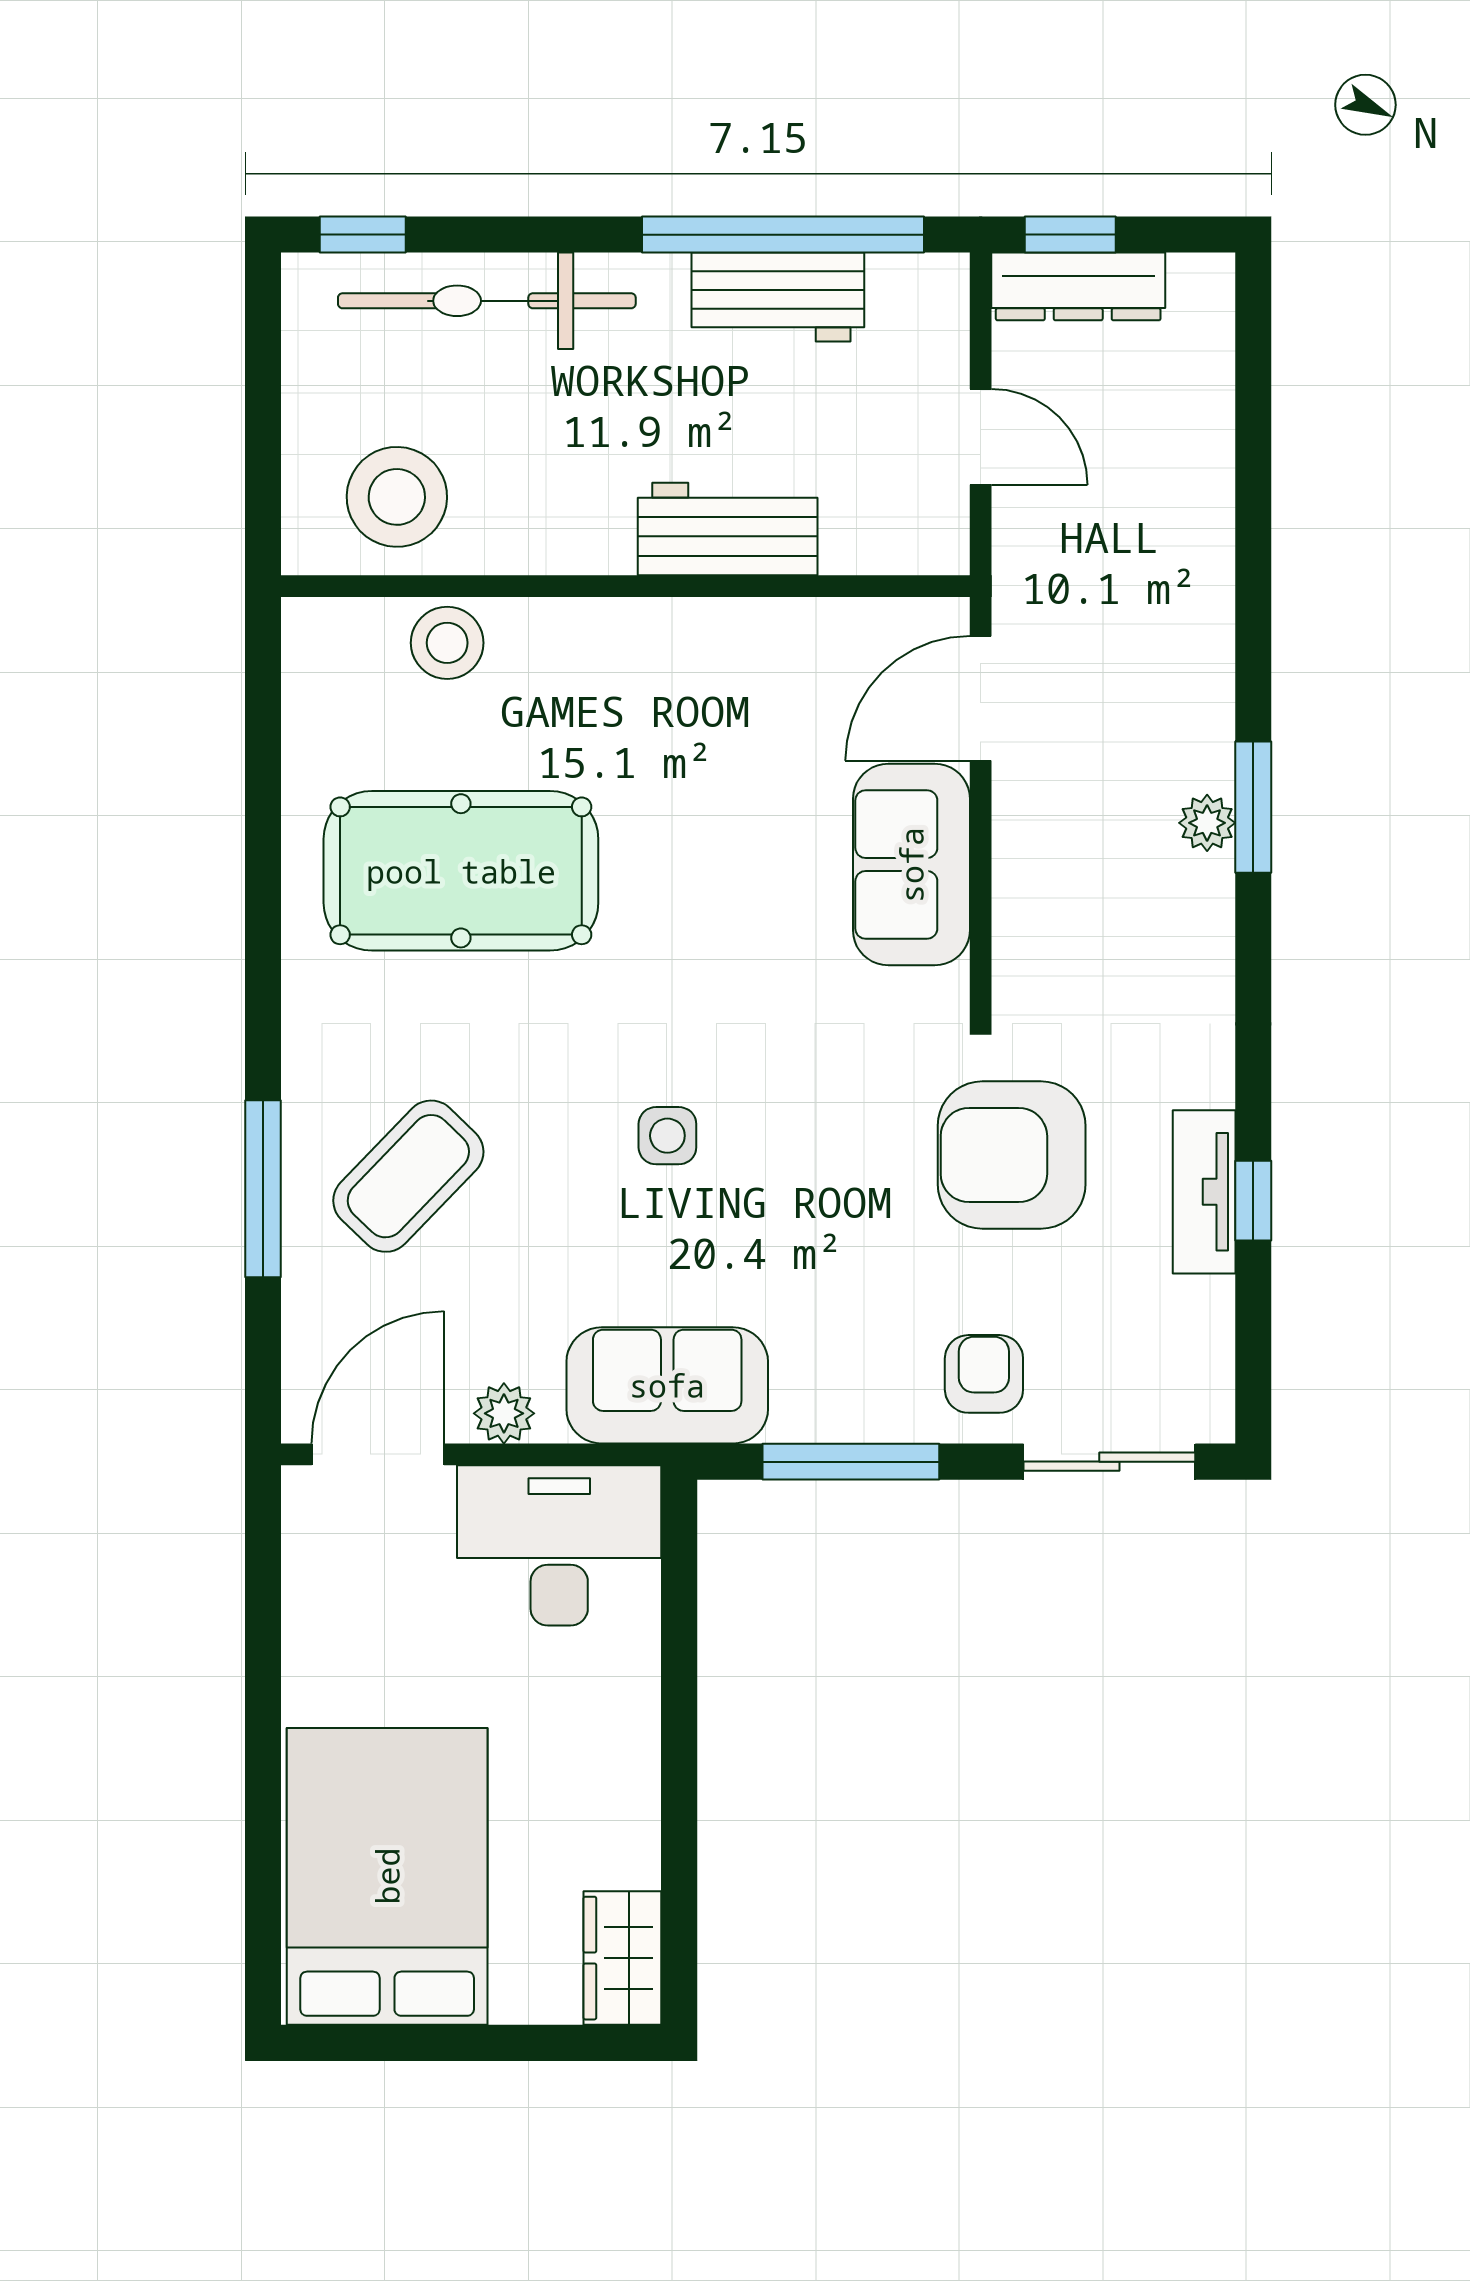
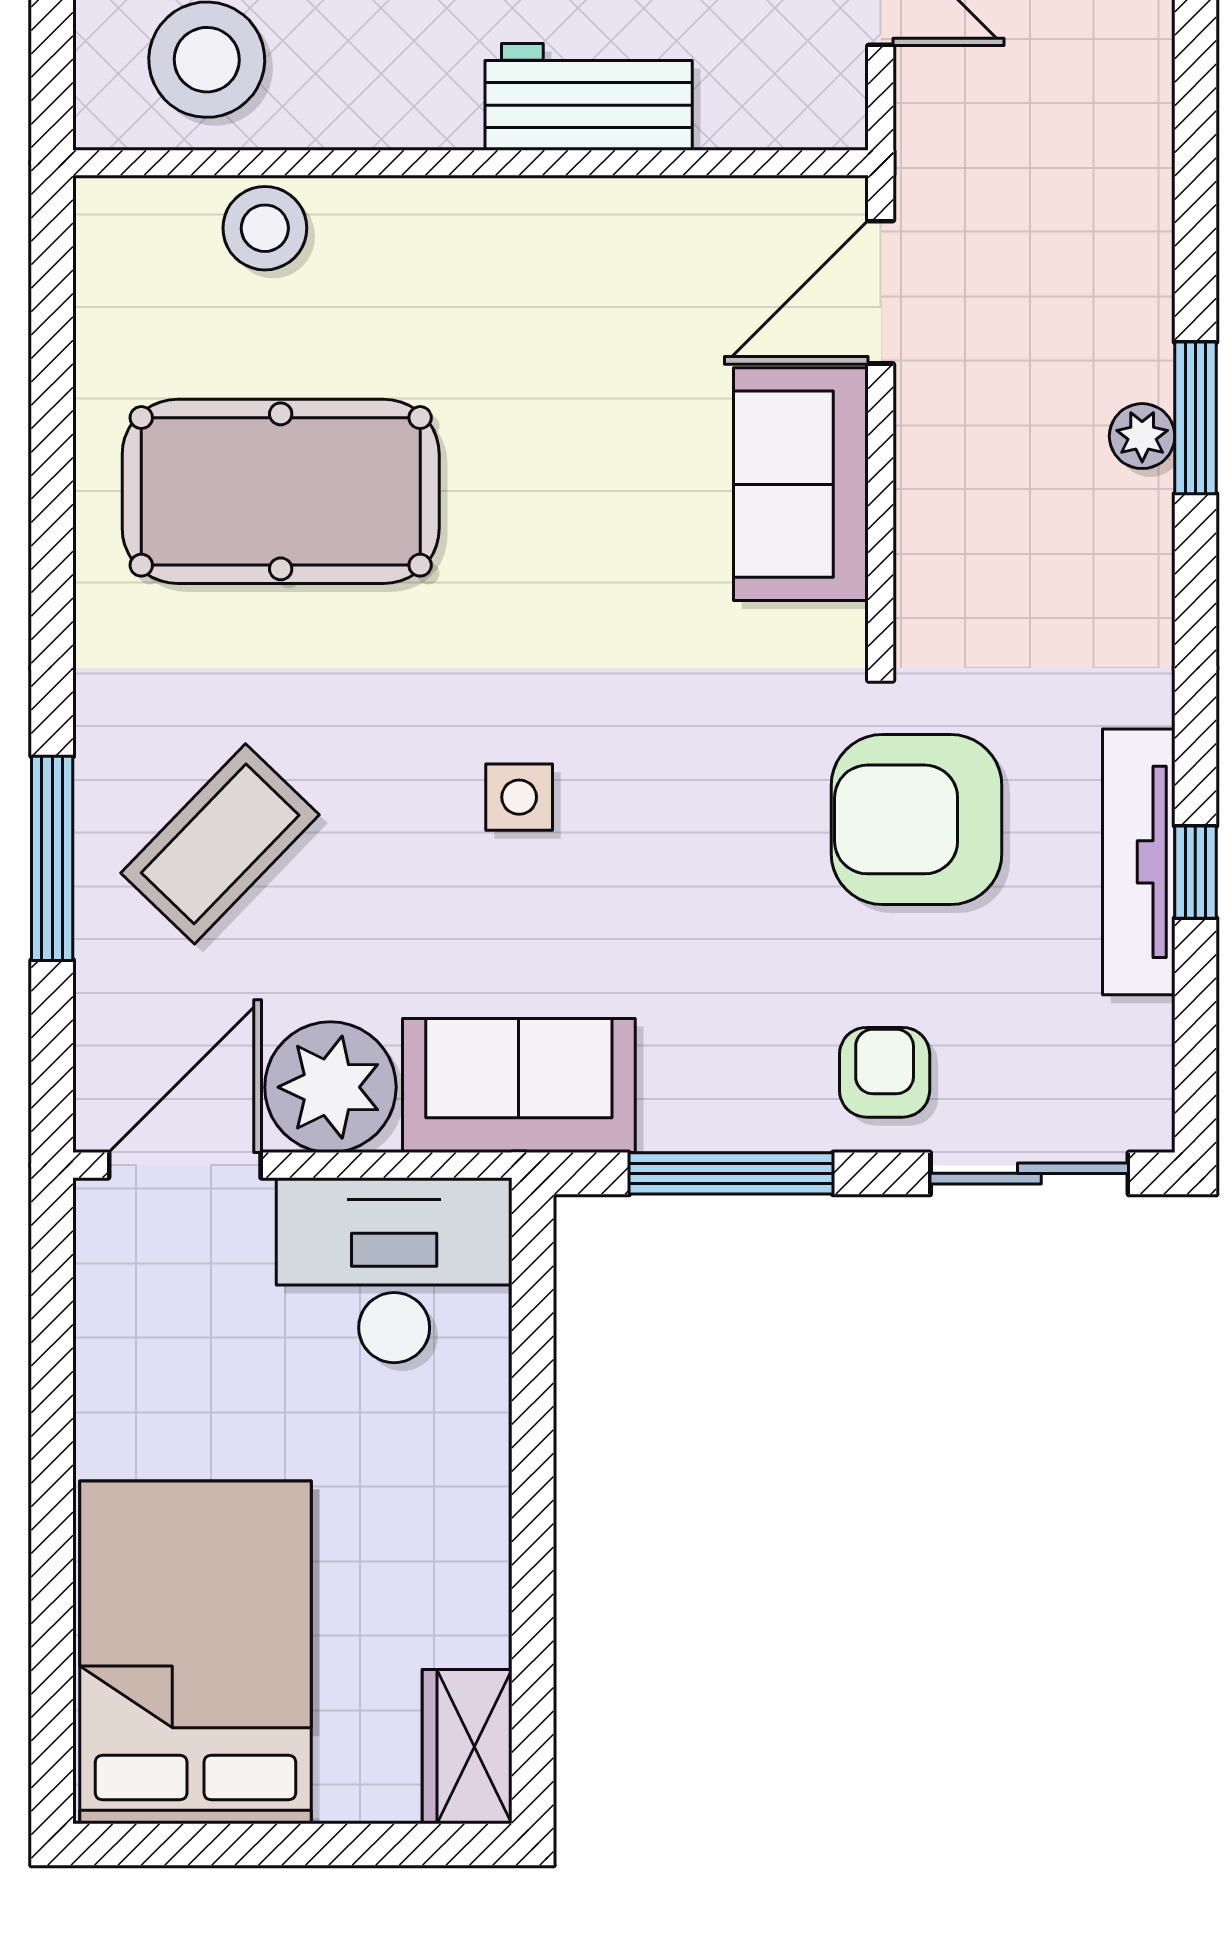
tv unit: (1204, 1192) -> (1139, 862), width x1.41
plant: (504, 1413) -> (330, 1087), width x1.87, depth x1.87

